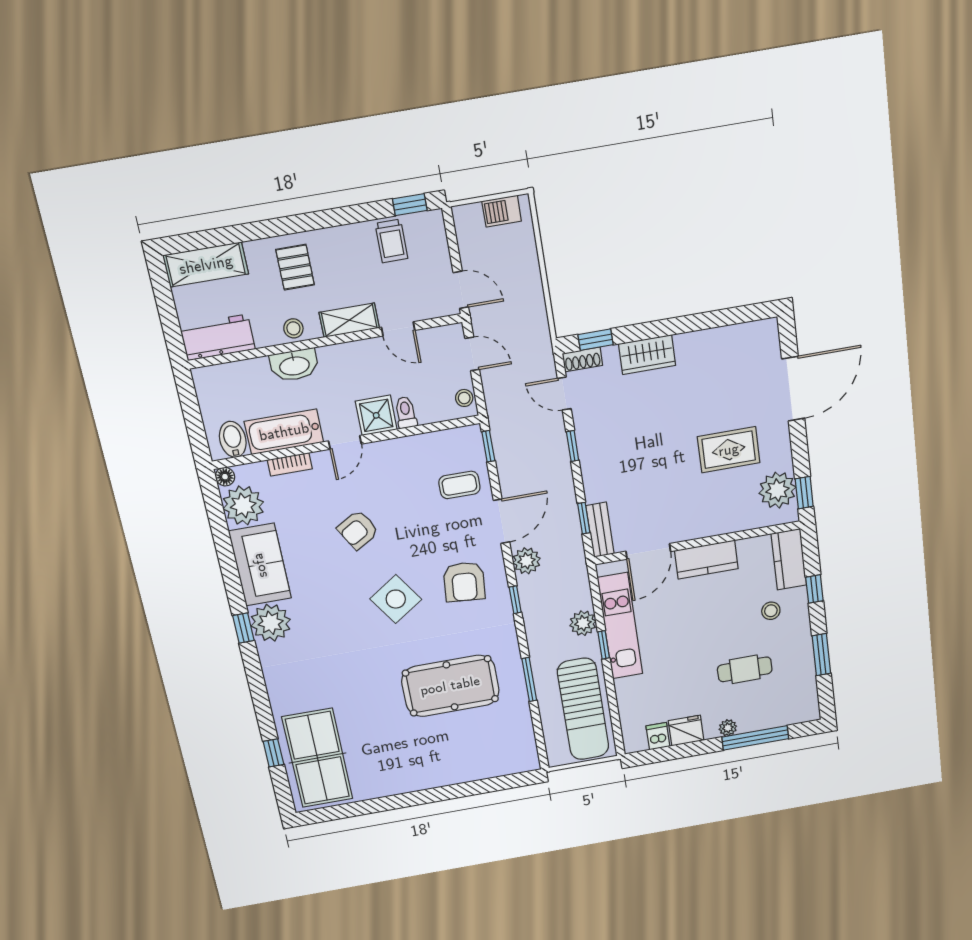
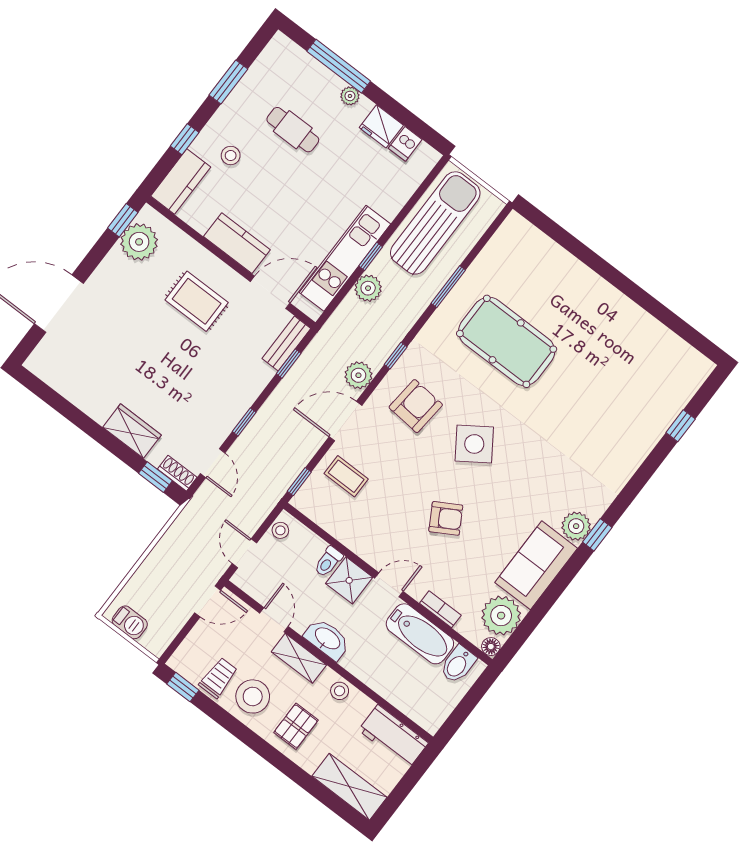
stool: (351, 255) -> (253, 696), added
door: (461, 290) -> (208, 601), swing flipped
washbasin: (294, 365) -> (327, 639), moved
rug: (729, 450) -> (197, 301), moved
plant: (271, 623) -> (576, 526), width x0.73, depth x0.73
table tennis table: (317, 758) -> (655, 389), removed

